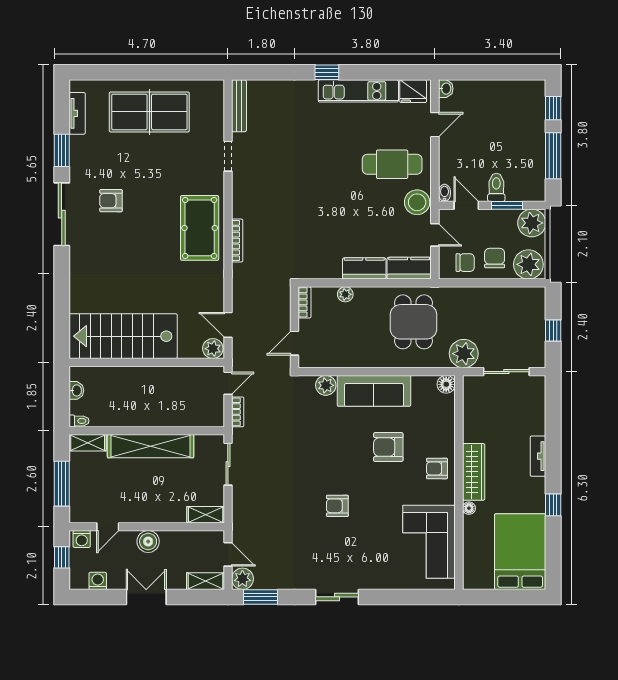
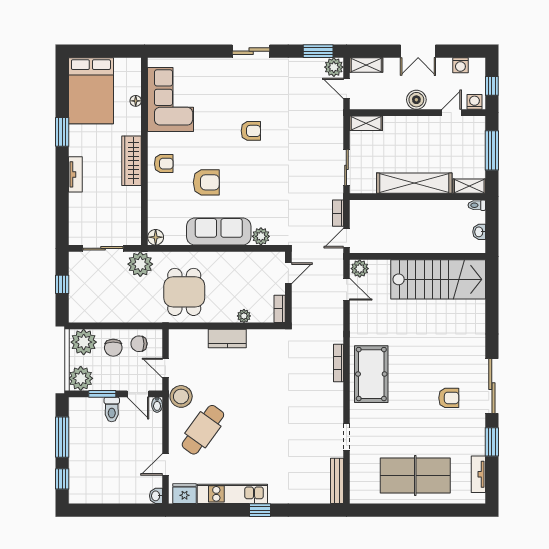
cafe table: (392, 164) -> (203, 430), turned -54
kitchen counter: (409, 268) -> (188, 339), removed
window: (553, 505) -> (62, 132), width x1.50
floor lamp: (469, 508) -> (136, 101), moved

